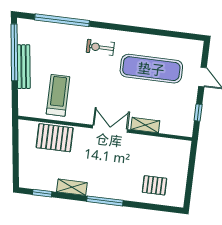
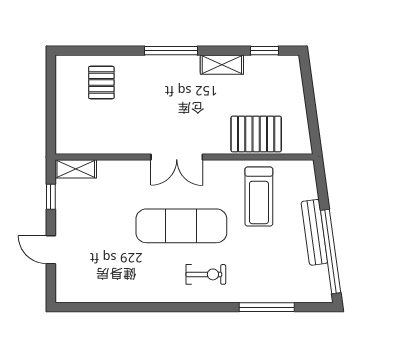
window: (62, 20) -> (267, 307), width x0.68
exercise mat: (151, 69) -> (181, 226), moved
shelving: (145, 125) -> (76, 169), moved
pallet: (154, 185) -> (101, 83), turned 90

